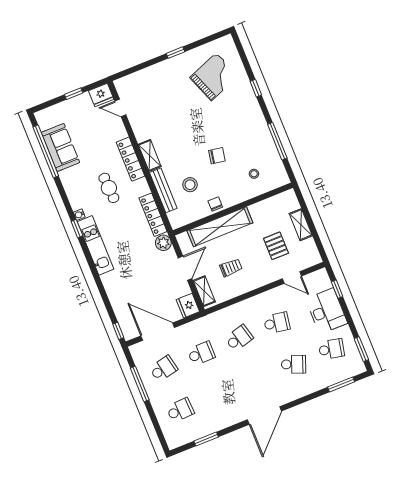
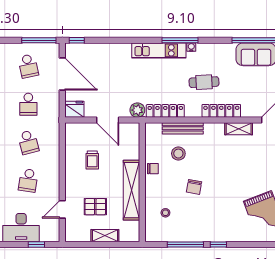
window: (256, 88) -> (218, 244), moved
shelving: (150, 155) -> (239, 129), moved
shelving: (220, 227) -> (131, 190), moved
window: (77, 229) -> (180, 40), width x2.17
shelving: (204, 291) -> (81, 129), removed
door: (158, 332) -> (62, 74), hinge flipped
window: (140, 384) -> (39, 40), moved

